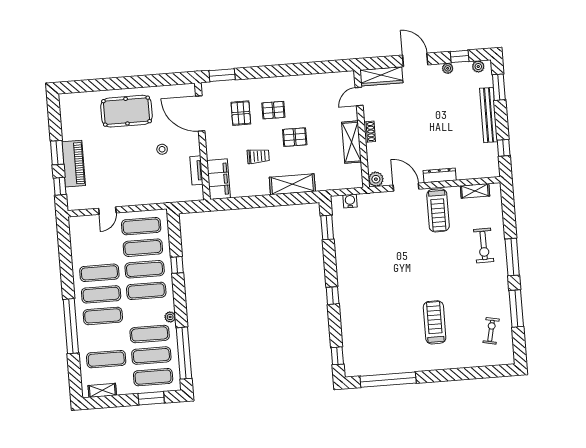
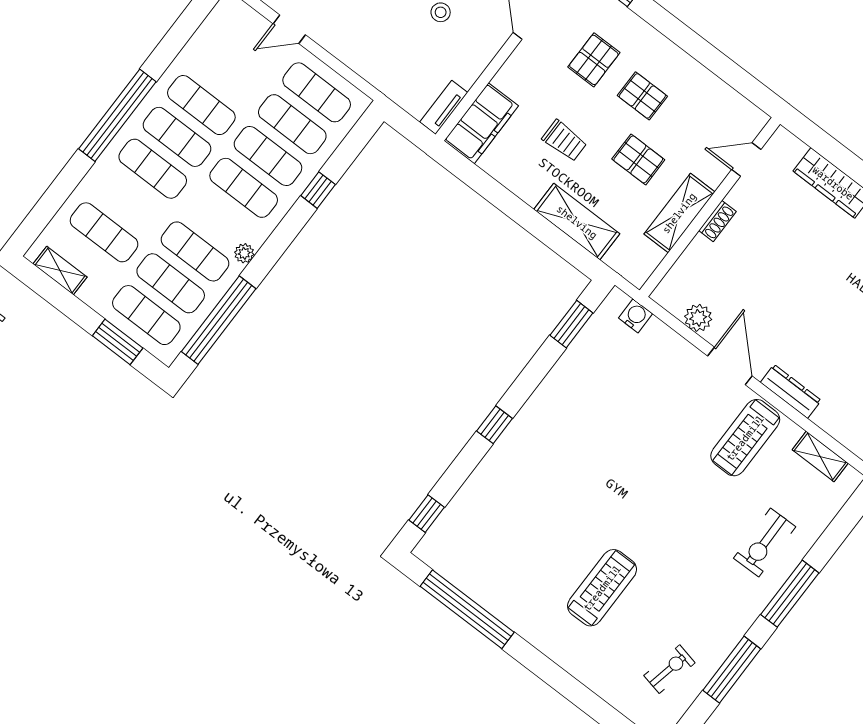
door: (359, 97) -> (746, 160), moved
wall: (362, 129) -> (710, 207), moved
shoe rack: (370, 132) -> (717, 221), moved
shelving: (351, 142) -> (679, 213), moved
tv unit: (196, 170) -> (444, 107), moved
window: (71, 326) -> (117, 115), moved

